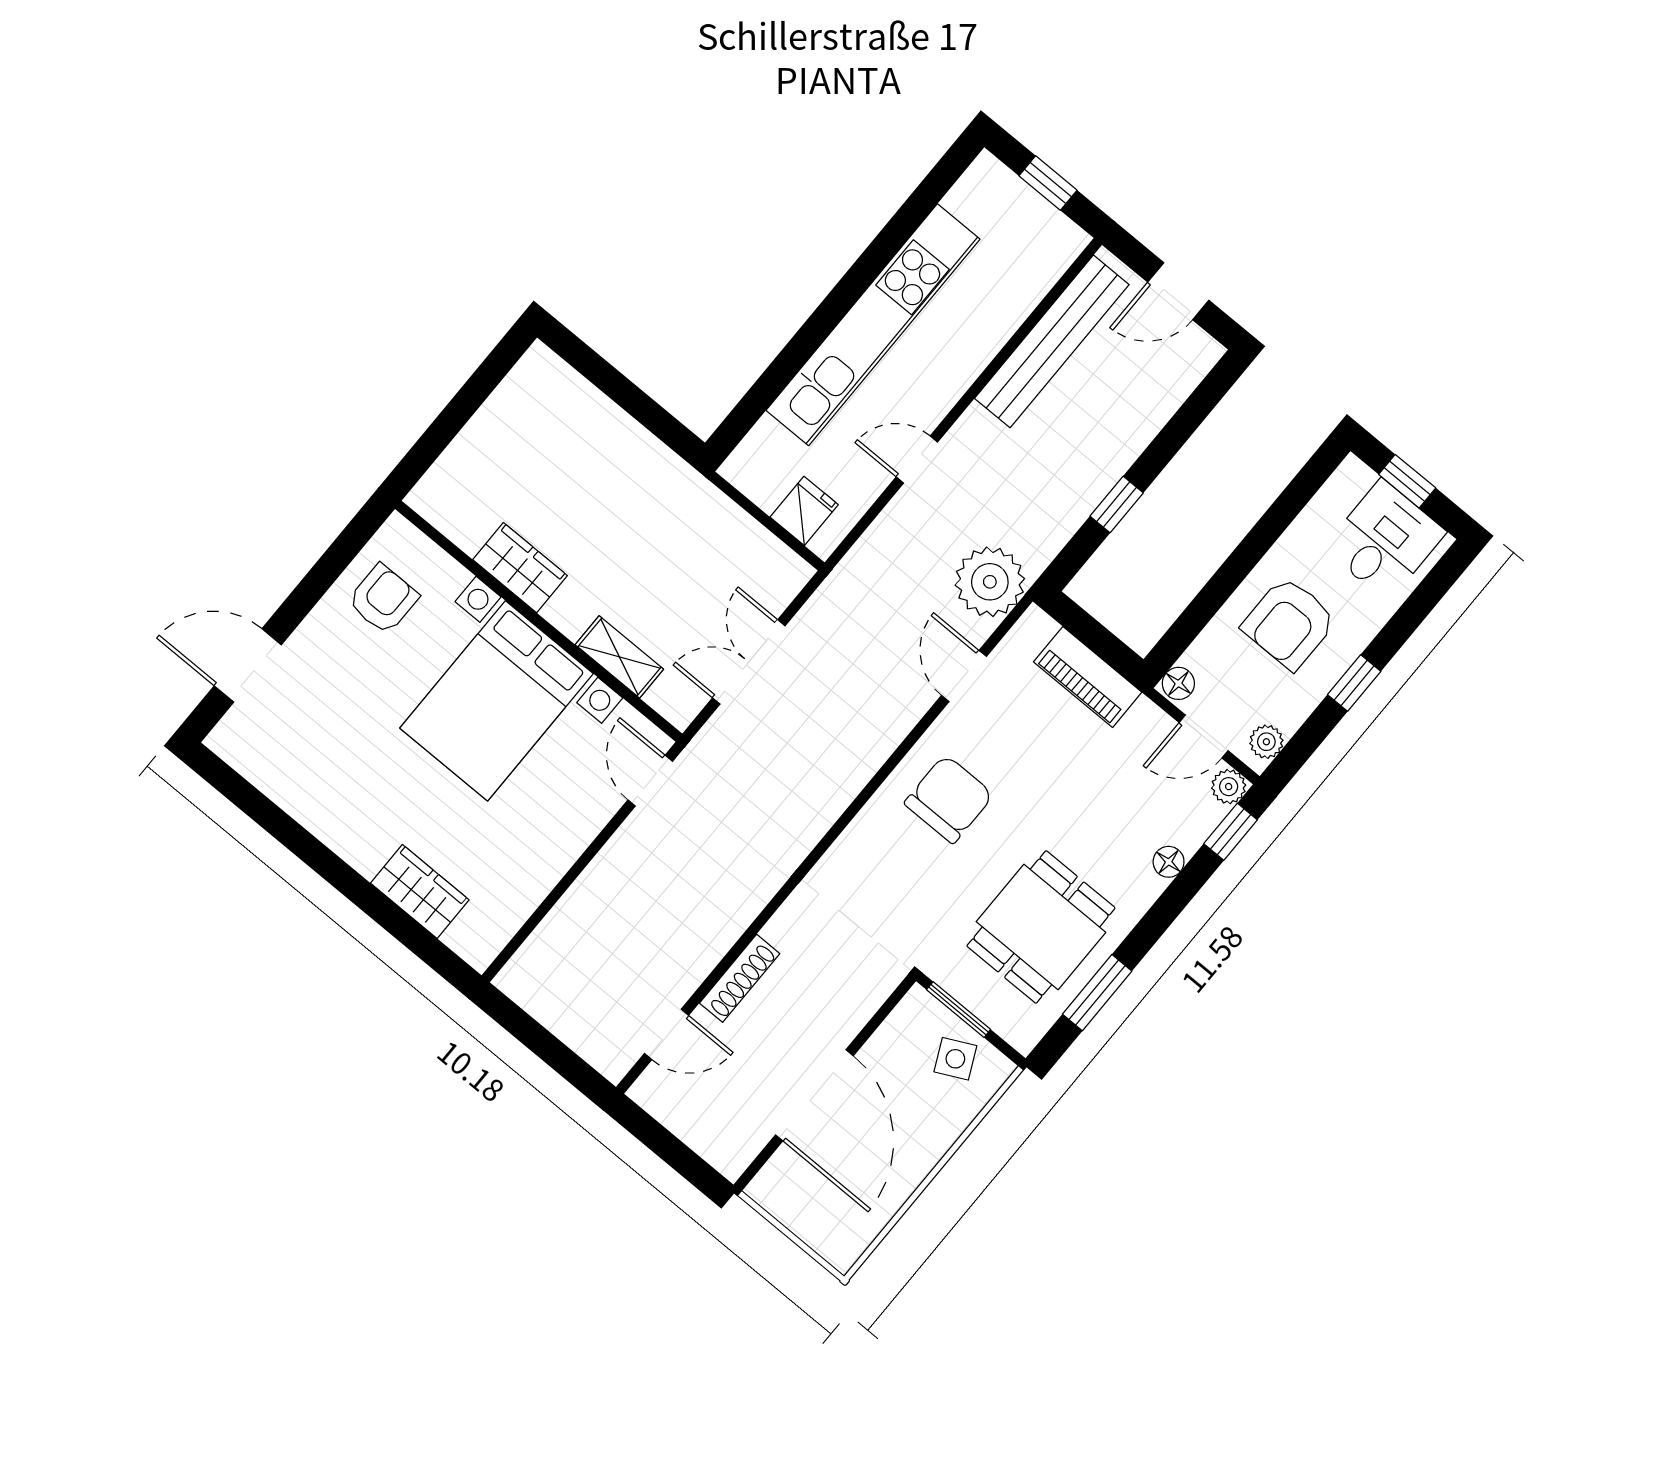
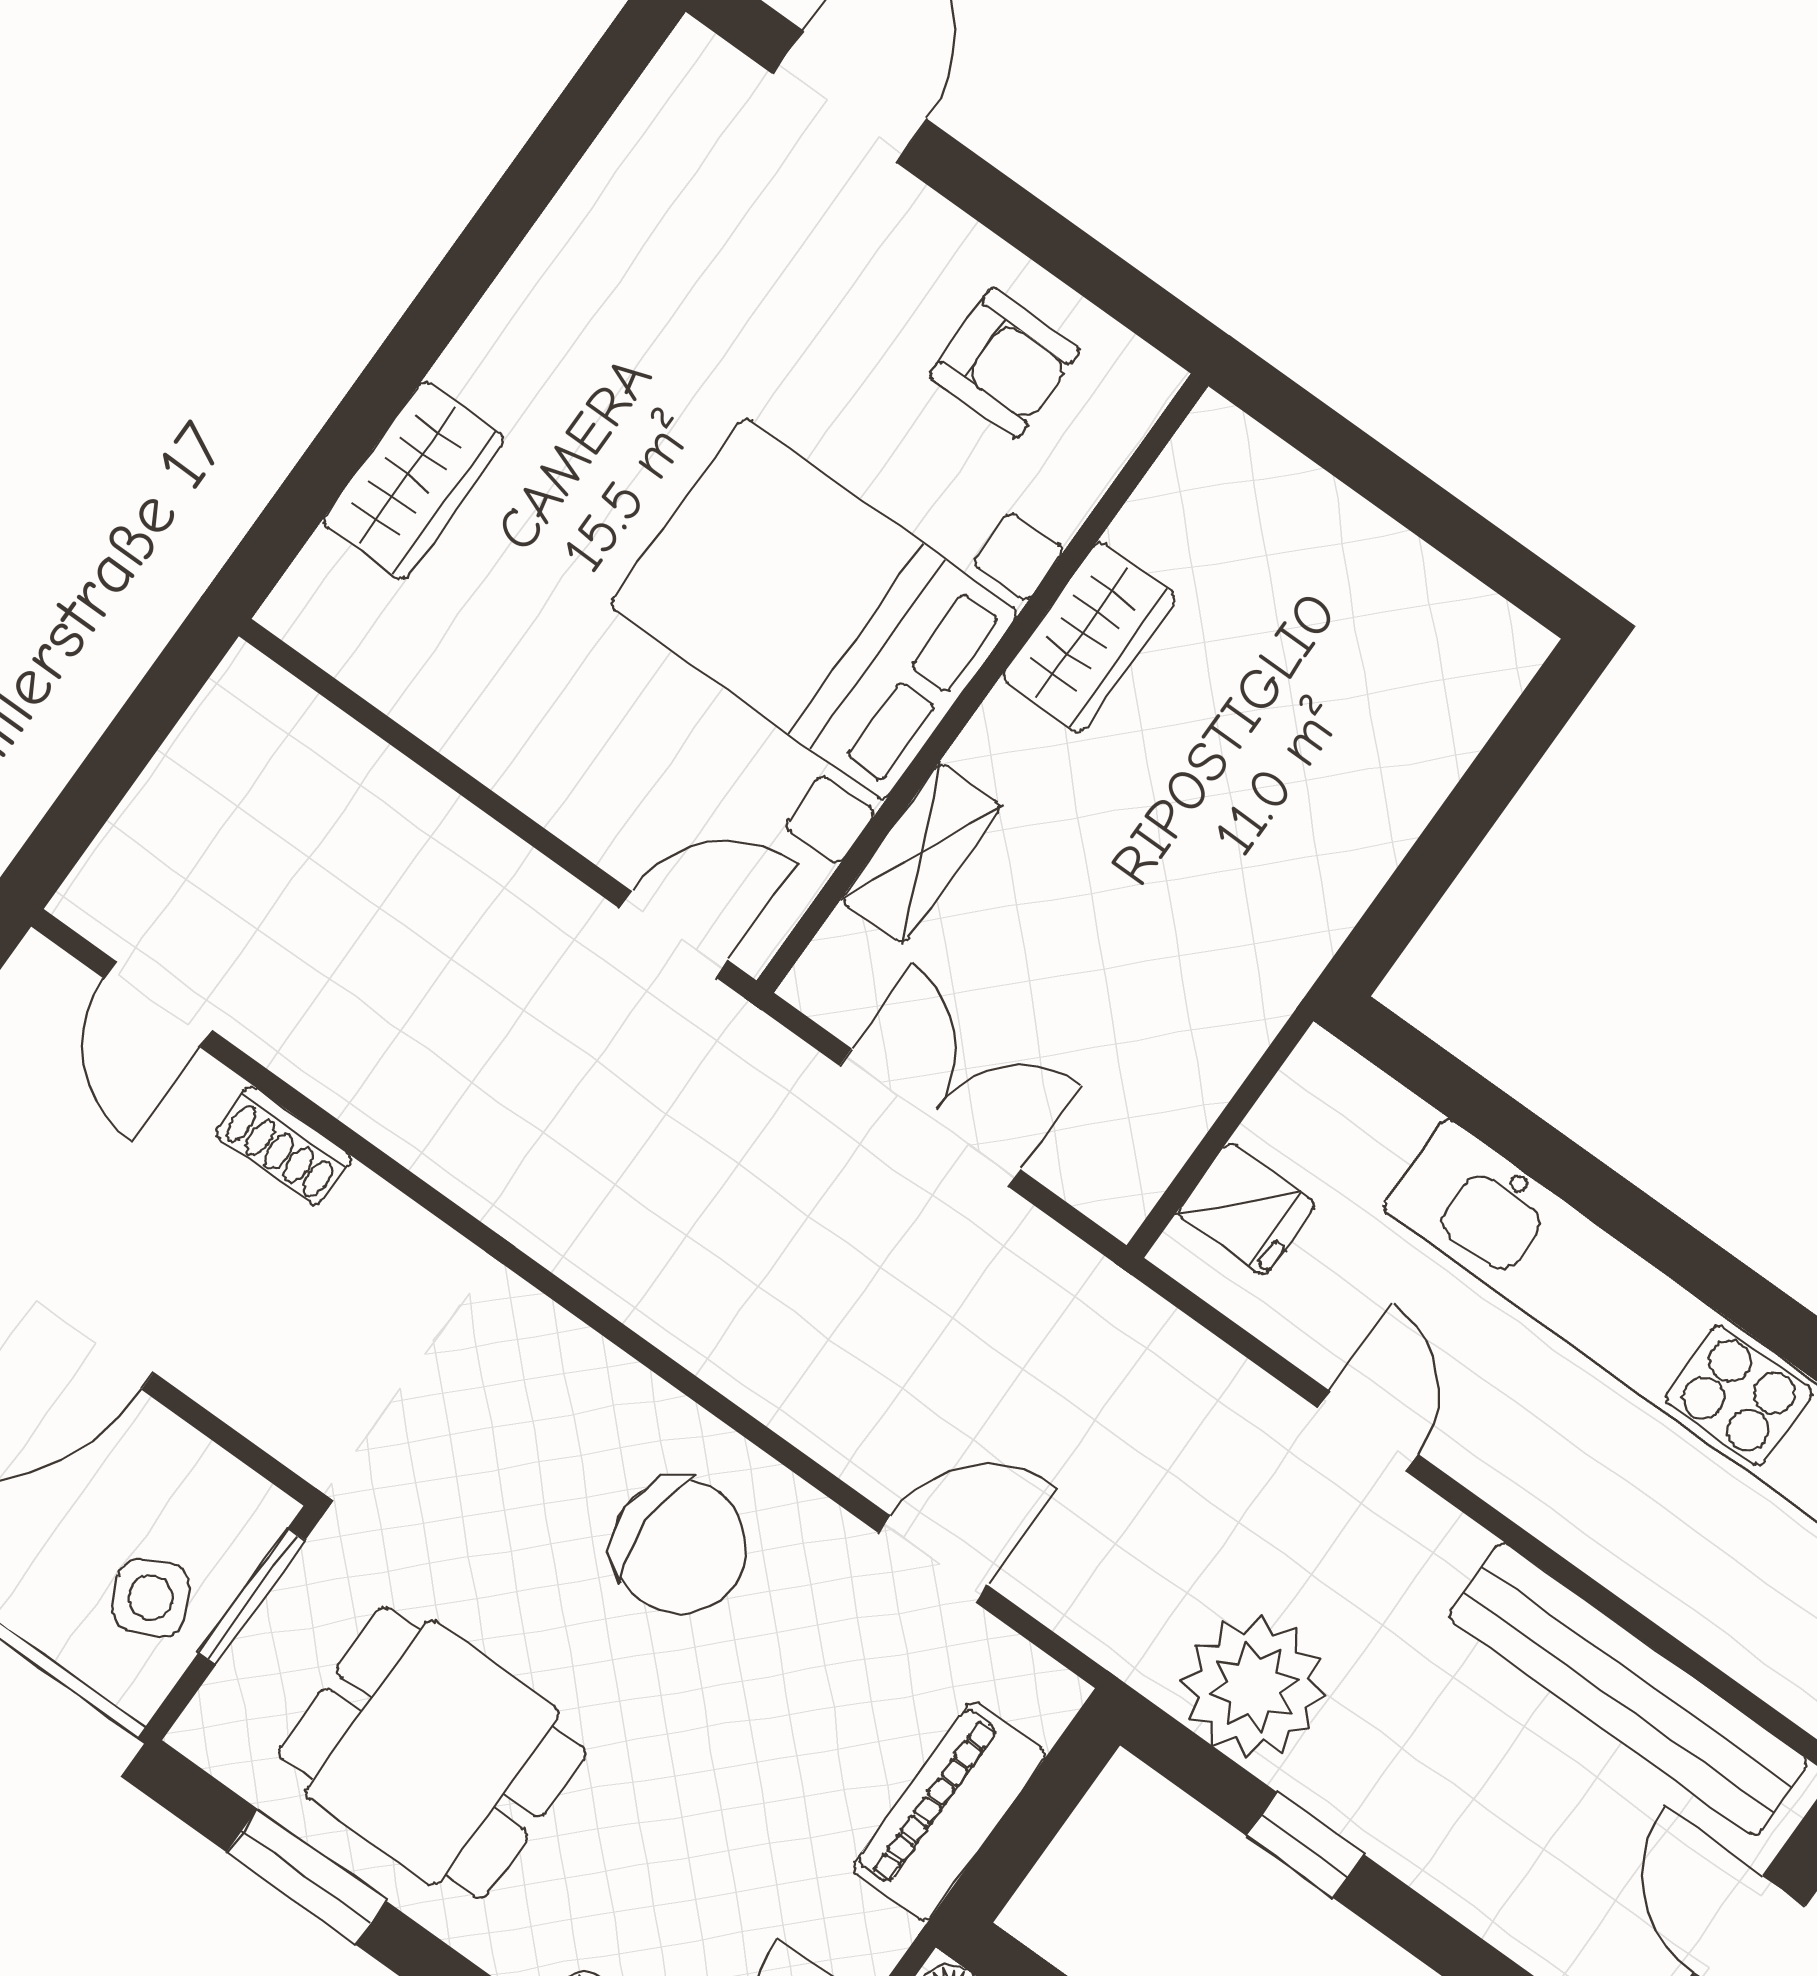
plant: (990, 582) -> (1254, 1687), moved
shoe rack: (740, 978) -> (283, 1145), width x0.70

